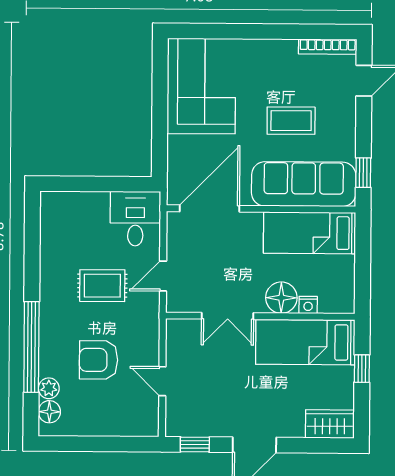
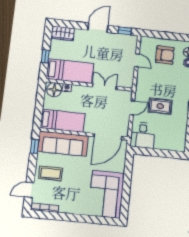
coffee table: (291, 121) -> (50, 173), moved
floor lamp: (281, 298) -> (54, 90), moved
armchair: (98, 360) -> (165, 55), moved

